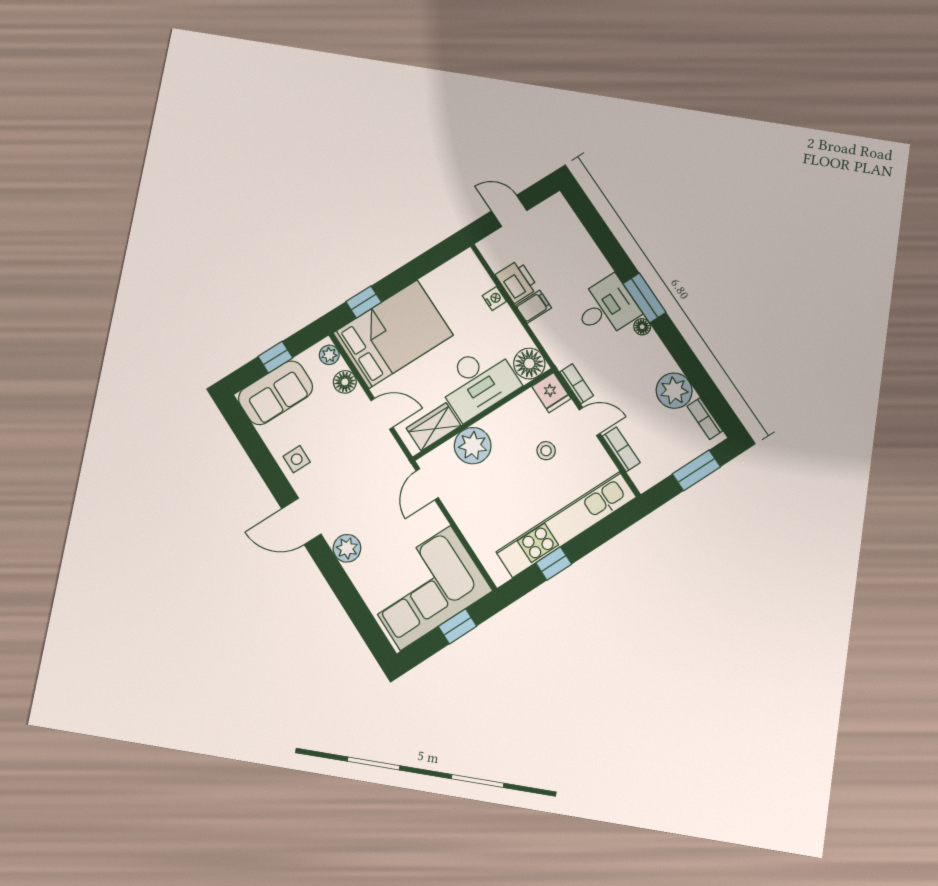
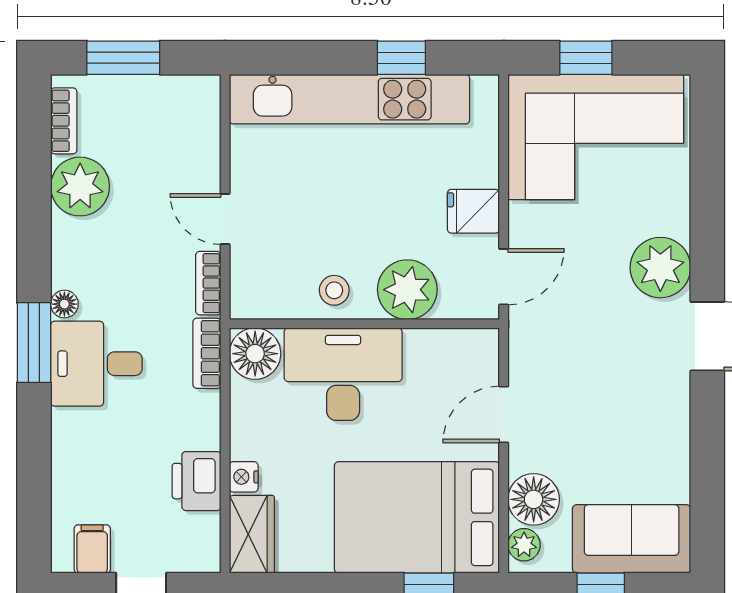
filing cabinet: (533, 307) -> (92, 549), moved, turned 90
floor lamp: (345, 382) -> (534, 499), width x1.38, depth x1.38
fridge: (551, 392) -> (473, 211), moved, turned -90
door: (382, 414) -> (504, 415), hinge flipped
wardrobe: (434, 427) -> (252, 534), moved, turned -90
bookcase: (621, 449) -> (207, 353), moved
stool: (546, 451) -> (334, 290), moved
side table: (297, 459) -> (660, 427), removed
plant: (347, 548) -> (660, 268), width x1.36, depth x1.36

